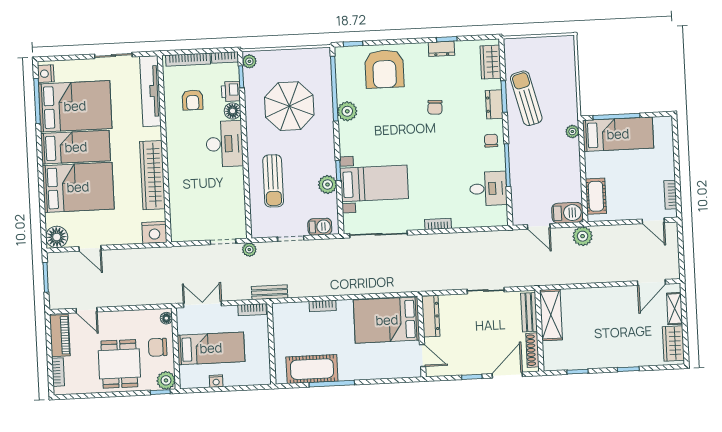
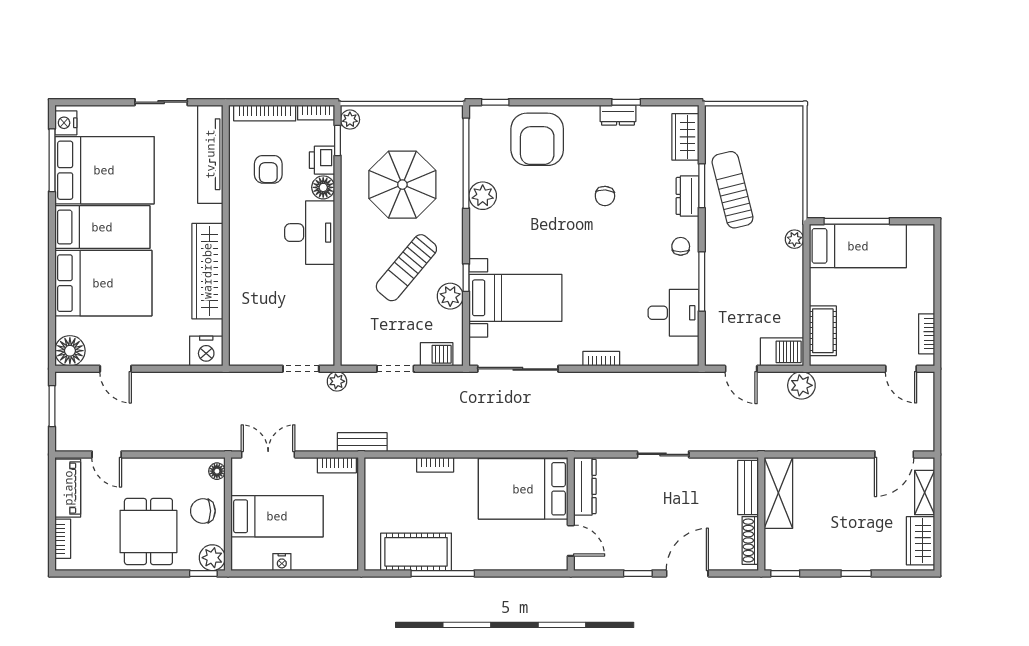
sun lounger: (273, 181) -> (406, 268), moved, turned 40
bench: (529, 312) -> (748, 488), moved
shelving: (551, 315) -> (778, 493), moved
wall: (539, 331) -> (761, 514), moved
shoe rack: (532, 350) -> (750, 540), moved

